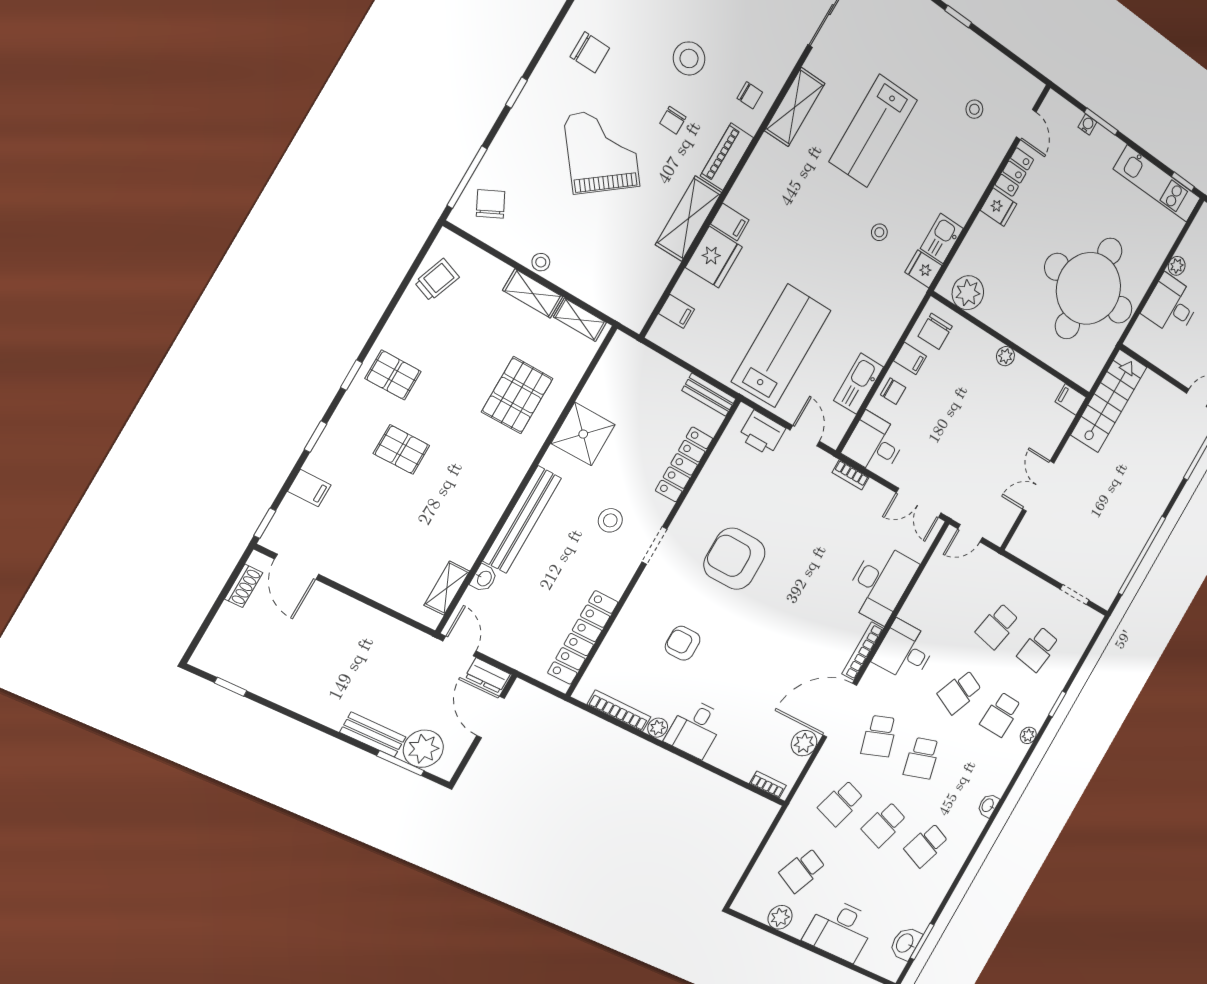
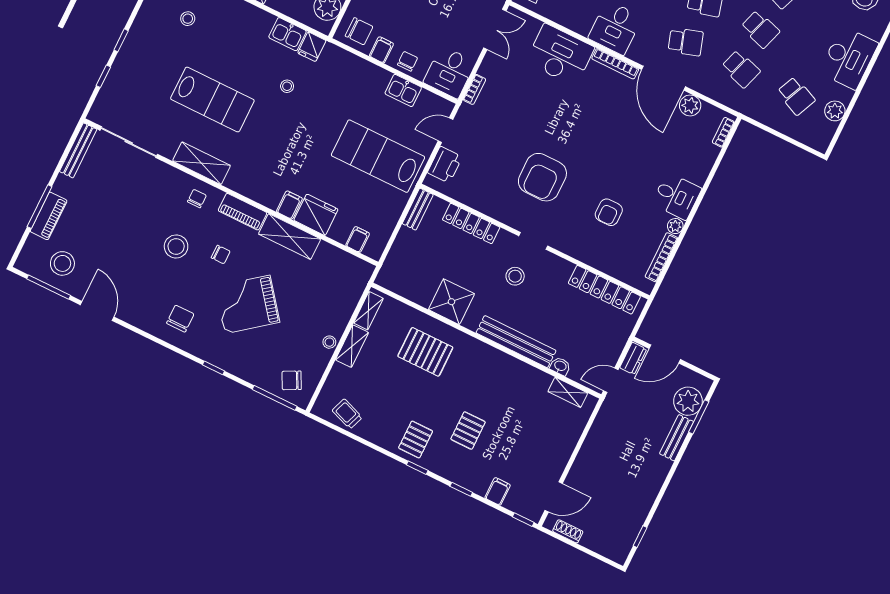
kitchen sink: (859, 384) -> (403, 90), width x0.73

